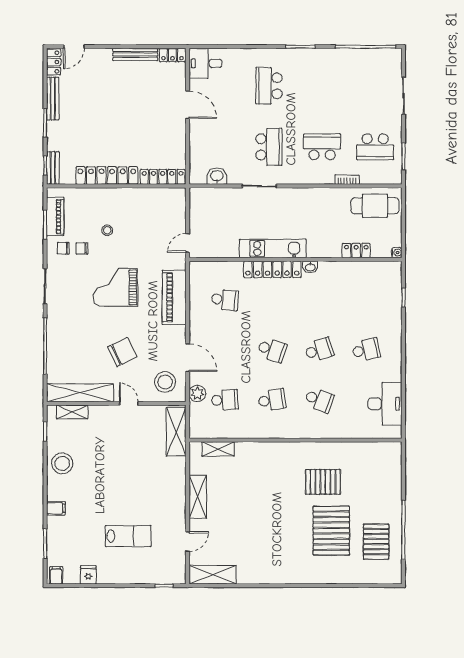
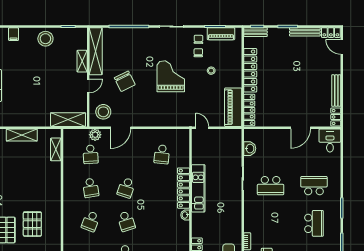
school desk: (322, 147) -> (314, 223), moved
piano: (174, 297) -> (233, 107), moved, turned -90
shelving: (72, 412) -> (82, 61), moved

